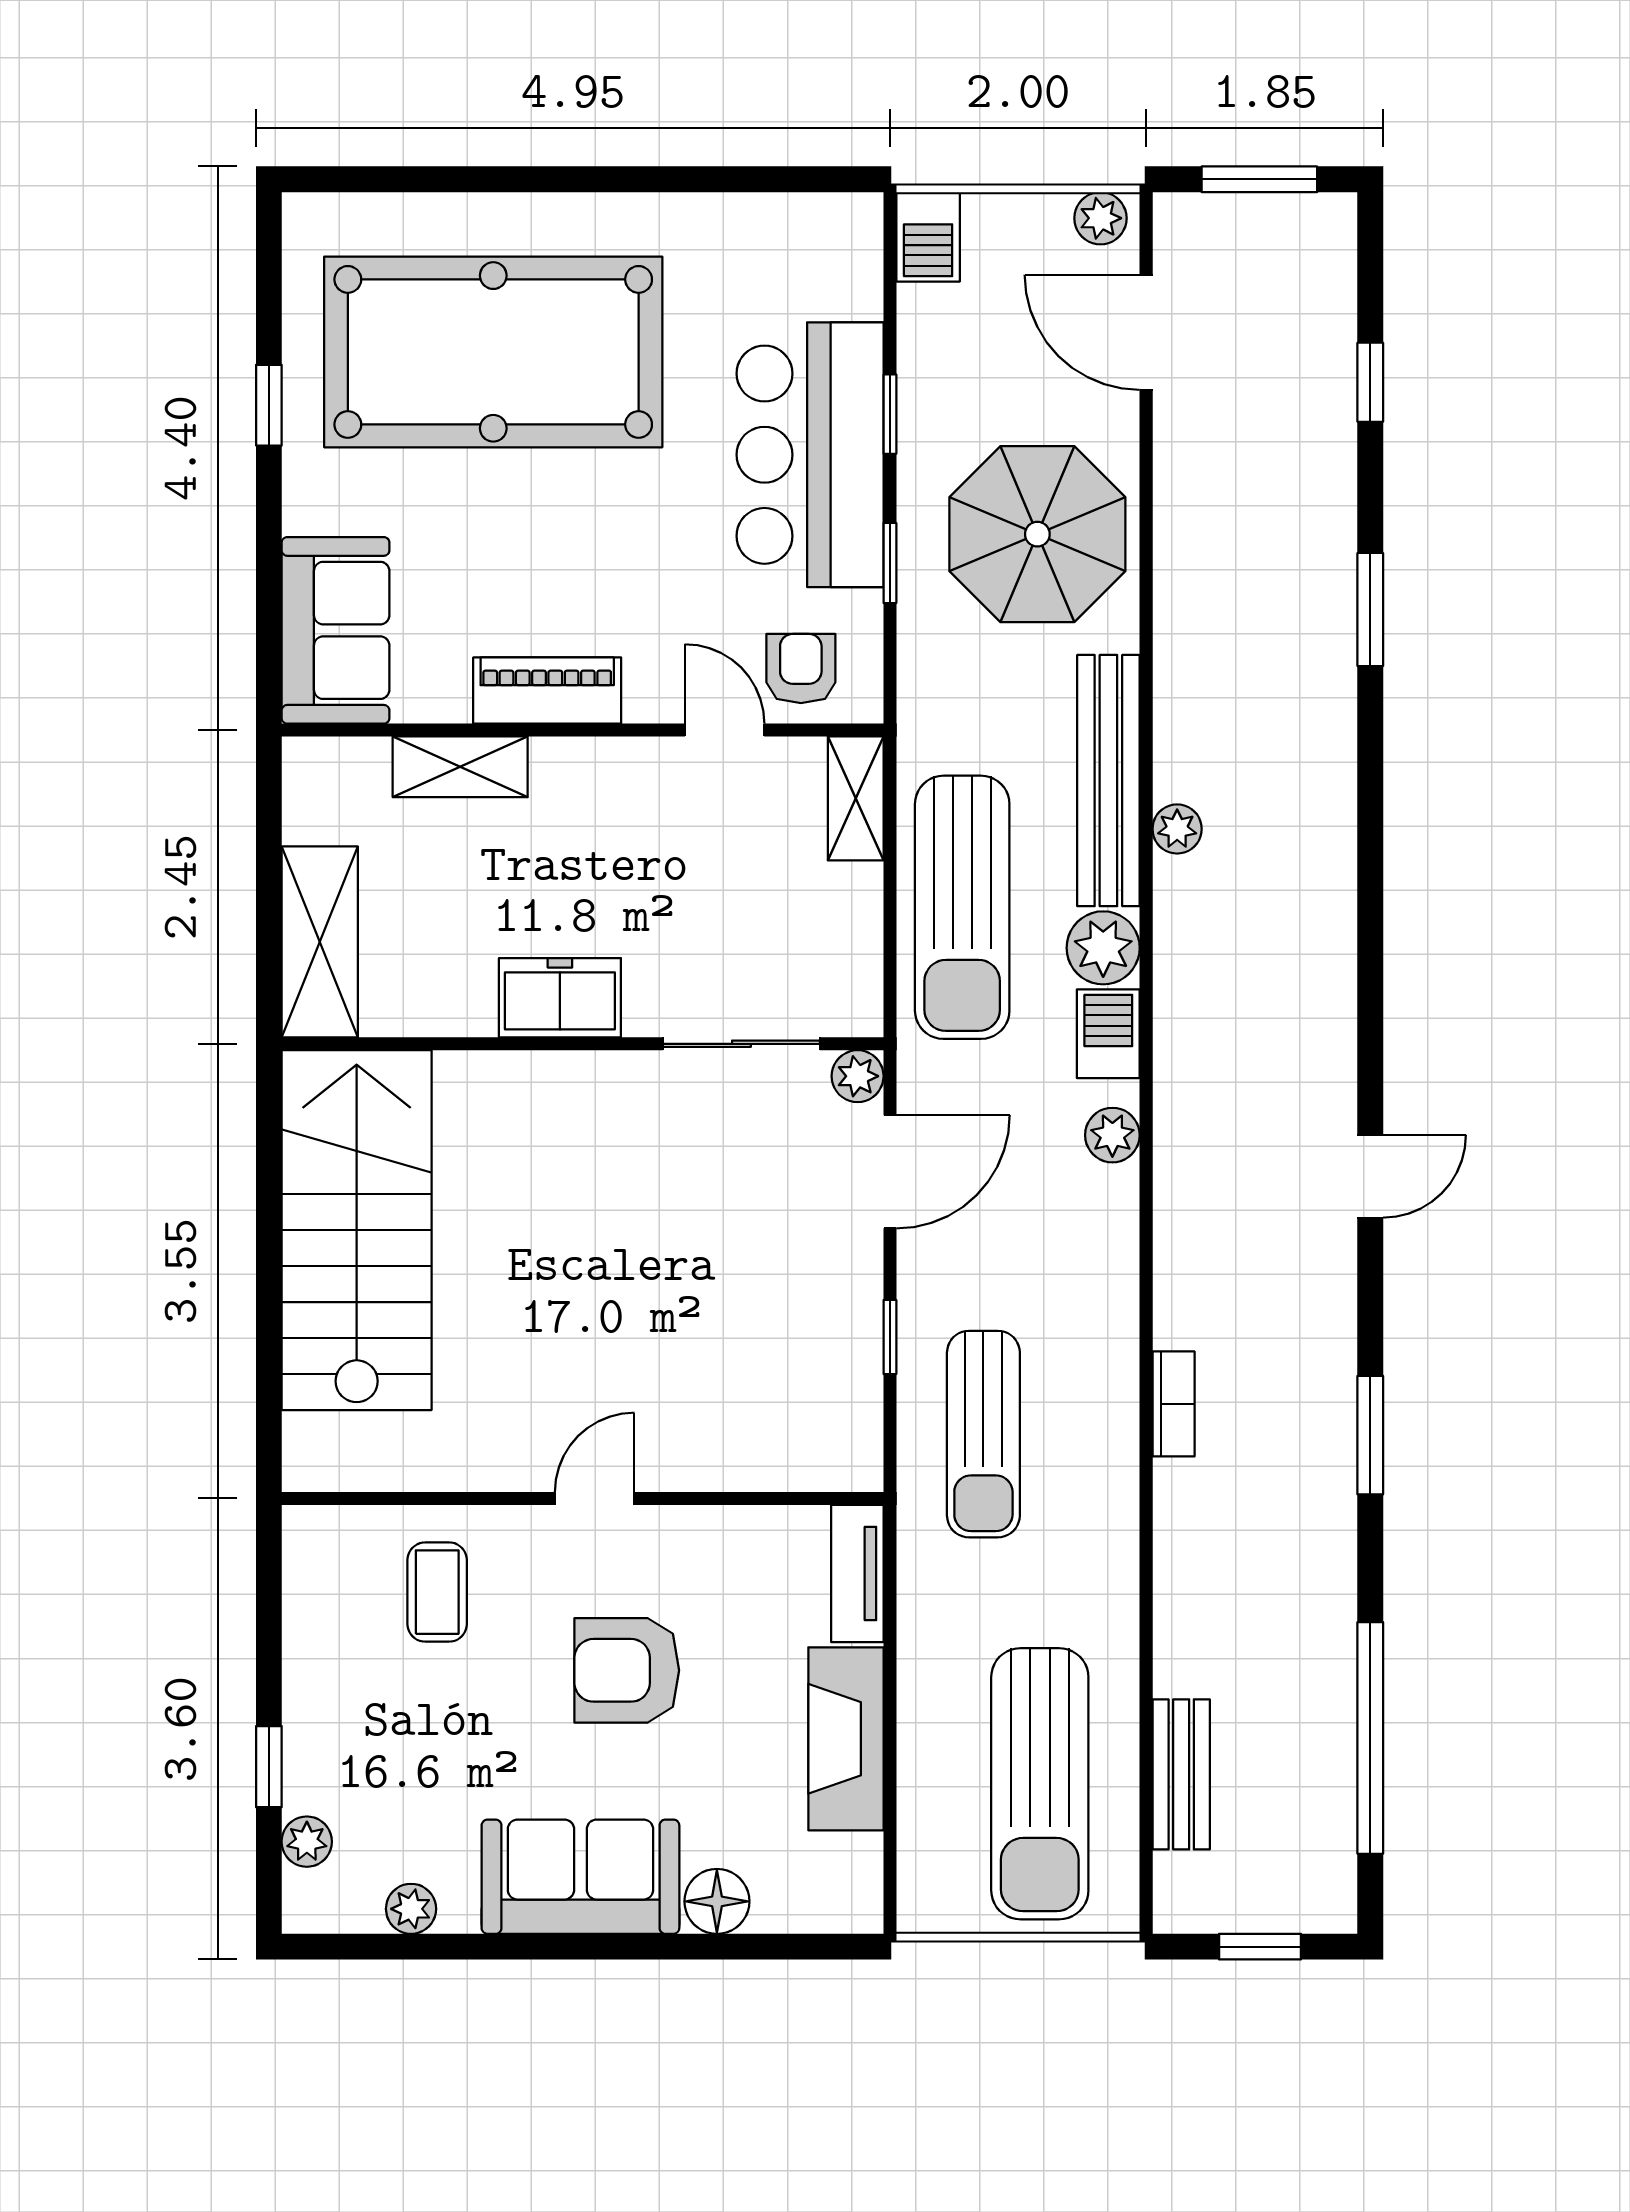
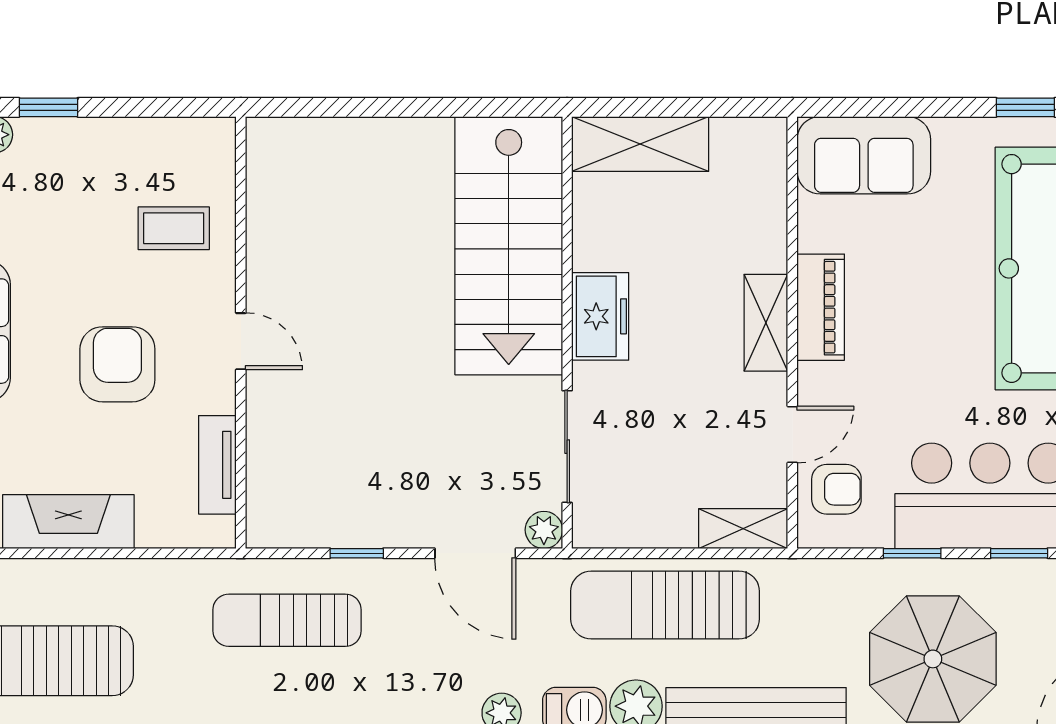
shelving: (460, 767) -> (766, 323), moved
stairs: (357, 1230) -> (509, 246), moved, turned 90
tv unit: (857, 1573) -> (217, 465), moved, turned -90

